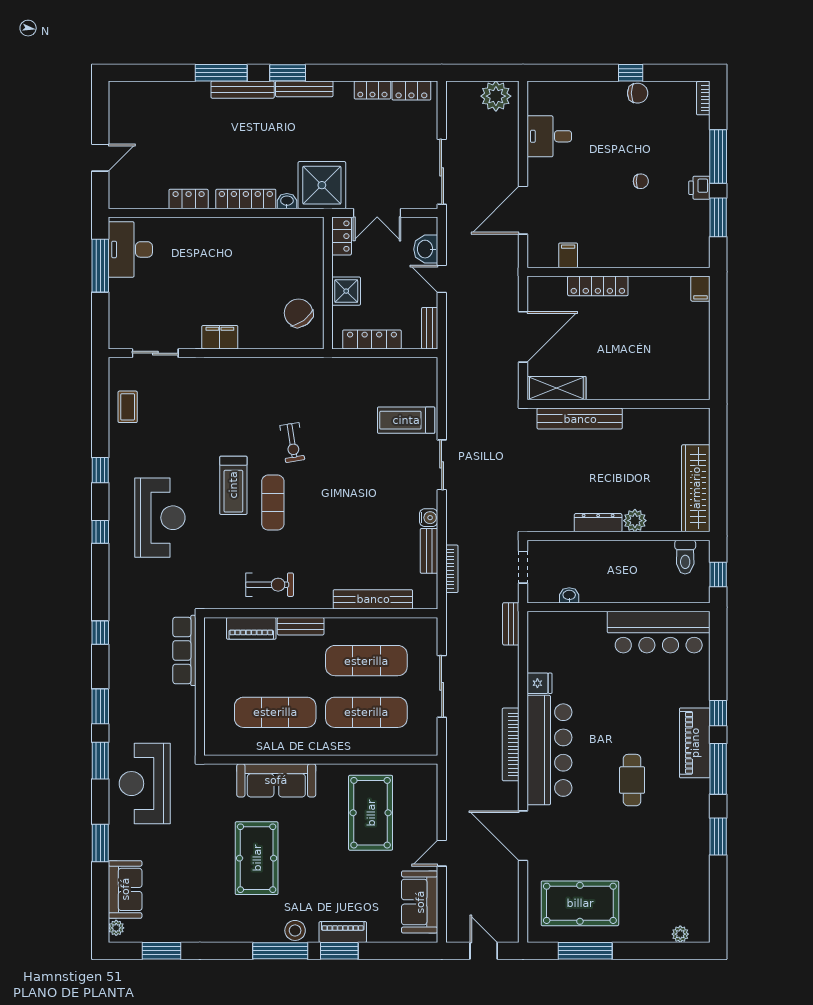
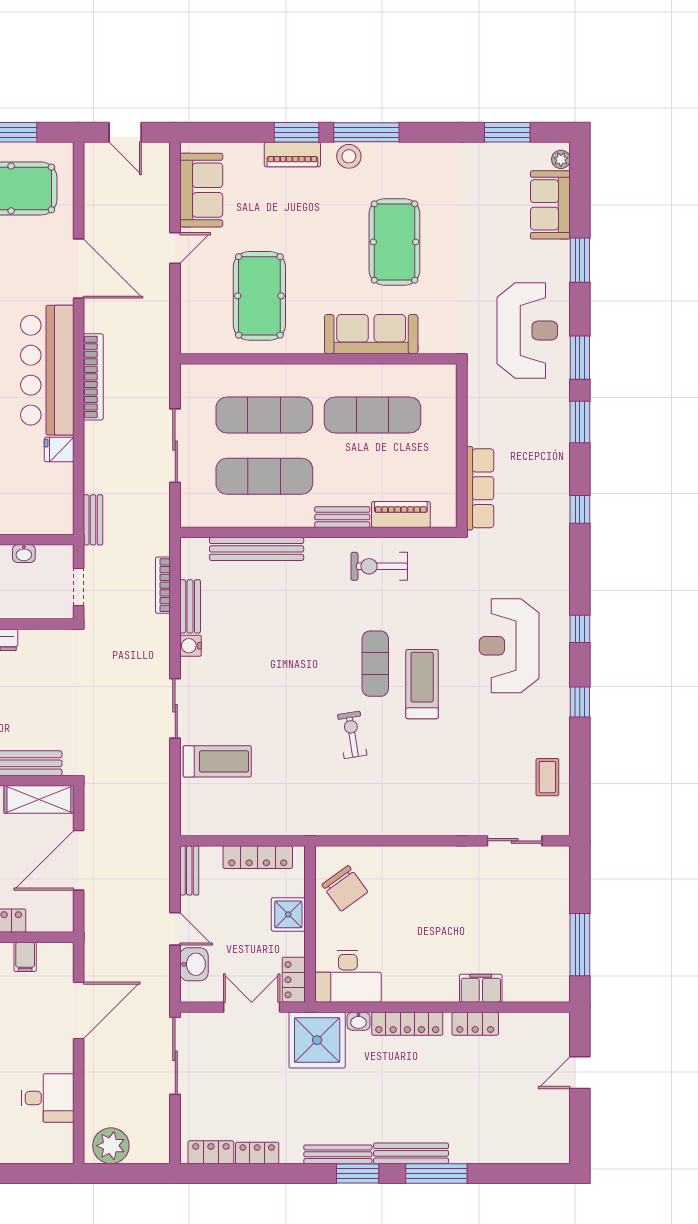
desk: (130, 249) -> (348, 976), moved, turned 90
filing cabinet: (220, 337) -> (481, 988), moved, turned 180

